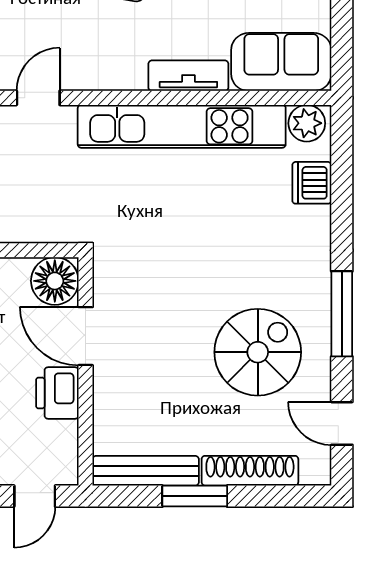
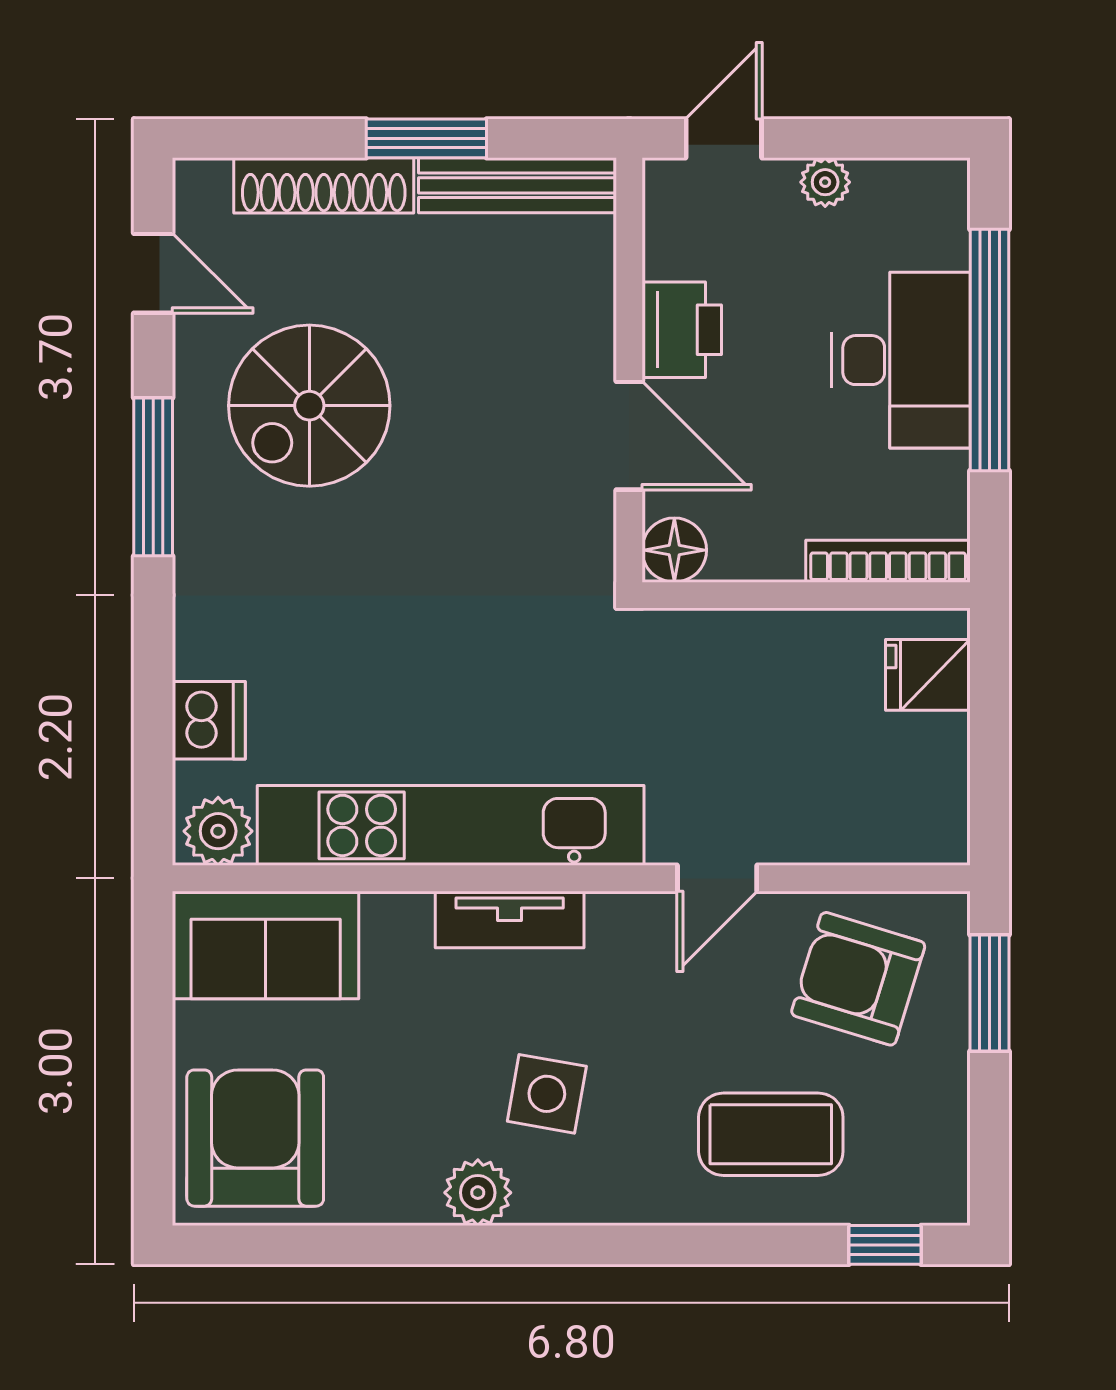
tv unit: (188, 76) -> (510, 919), moved
floor lamp: (55, 281) -> (674, 550), width x0.73, depth x0.73

